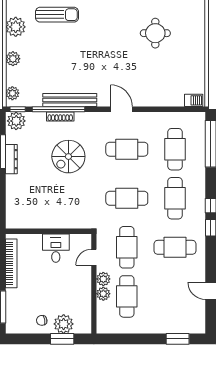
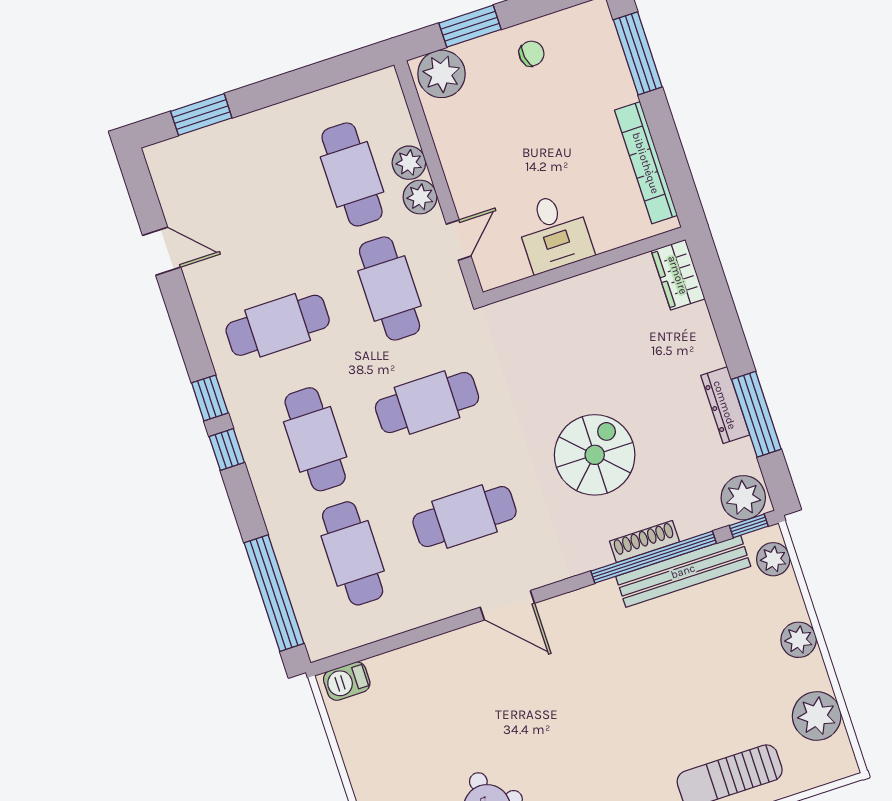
bench: (70, 100) -> (683, 571), moved
wardrobe: (13, 216) -> (678, 275), added
plant: (64, 324) -> (441, 74), moved

